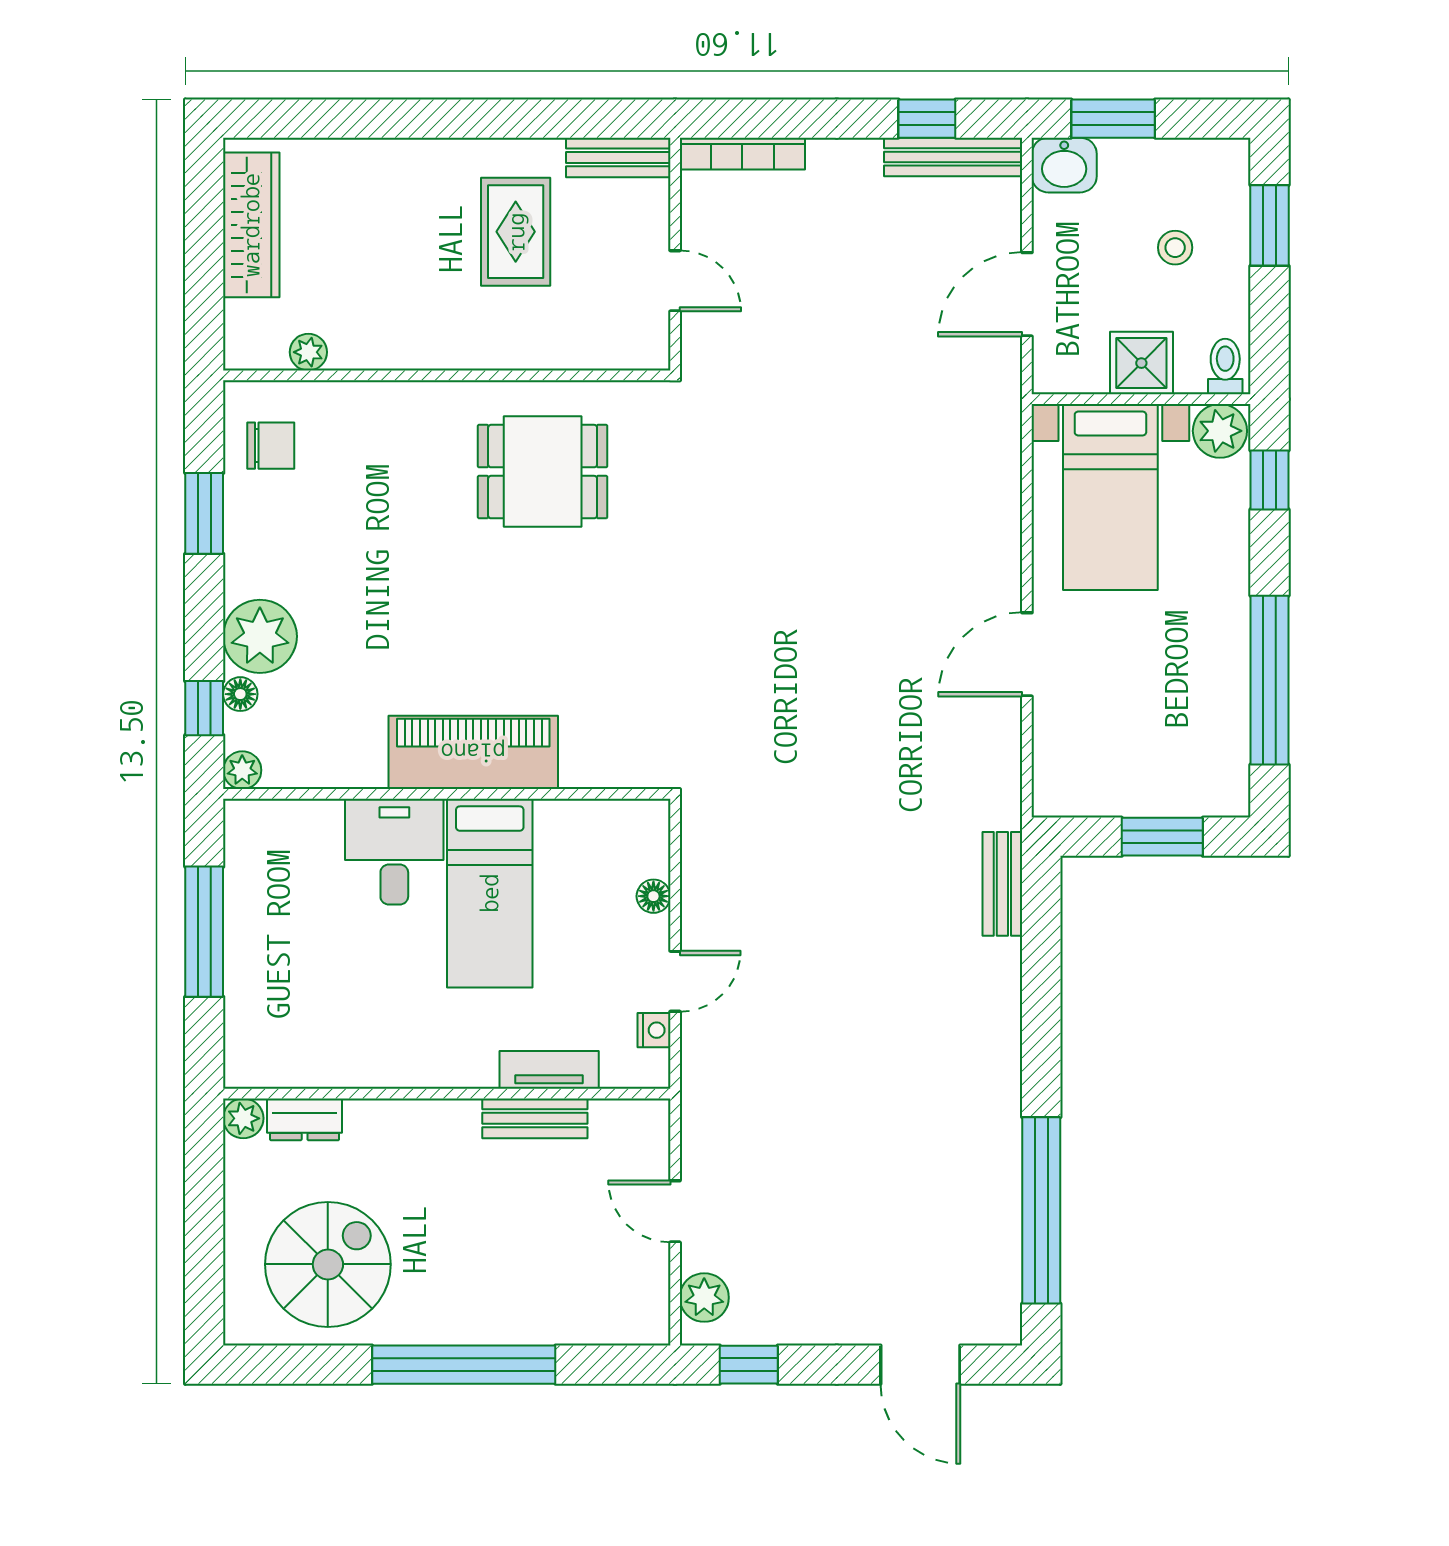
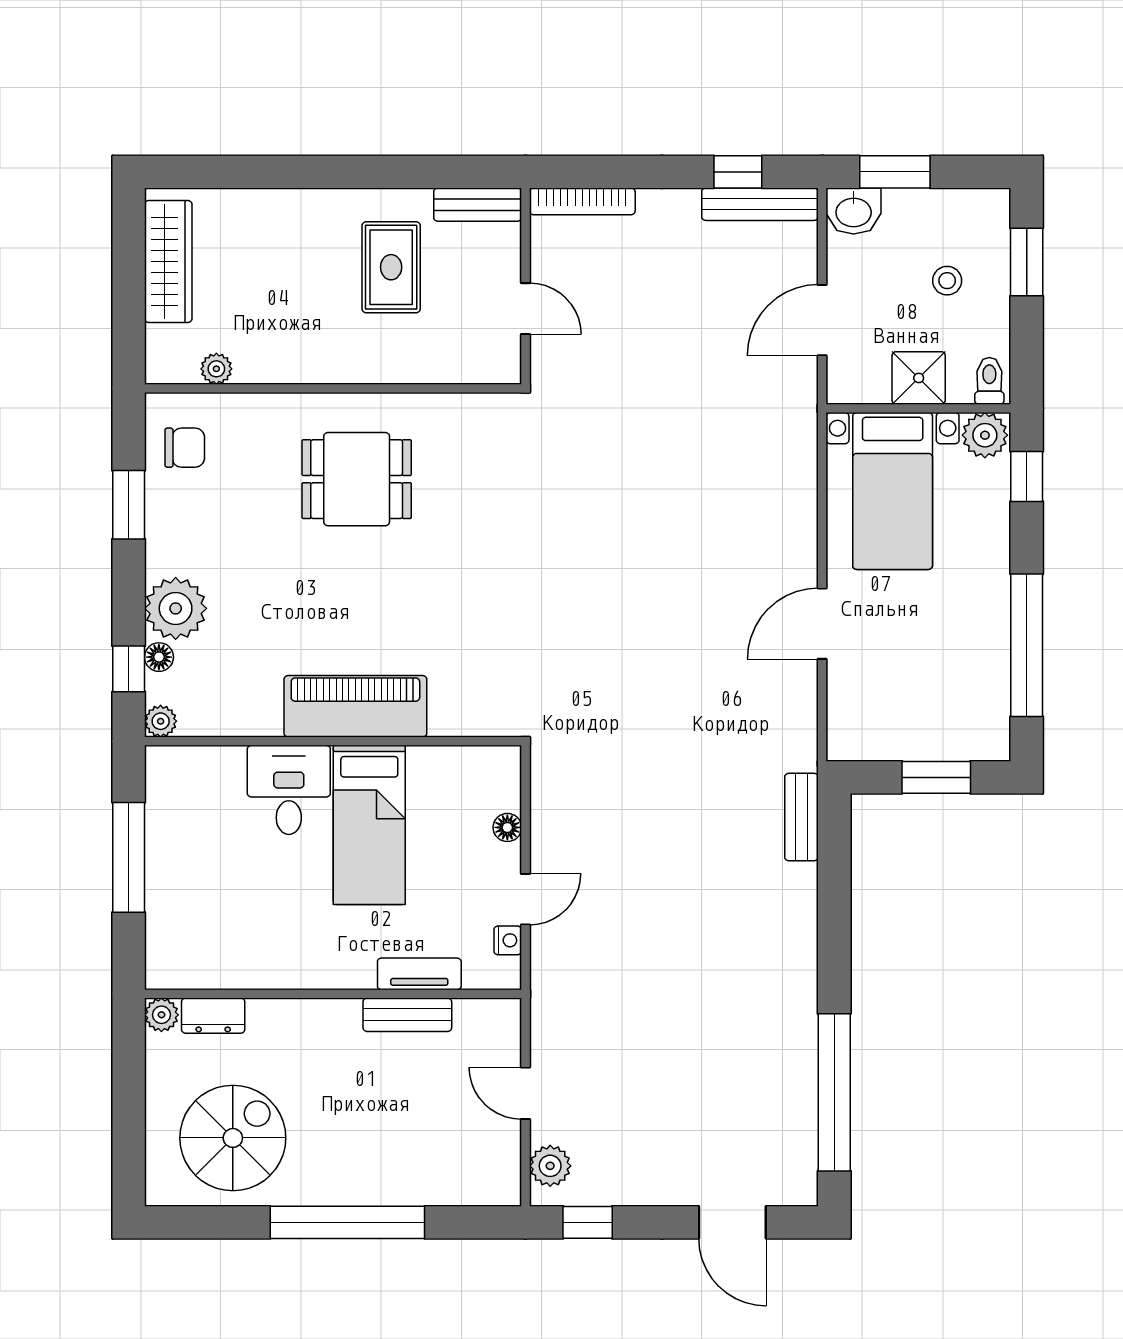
dining table: (543, 472) -> (357, 479), moved

